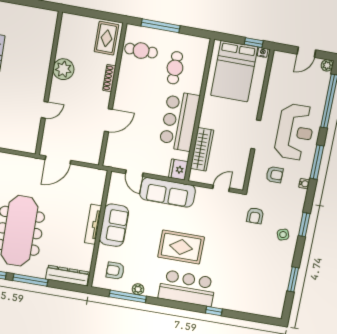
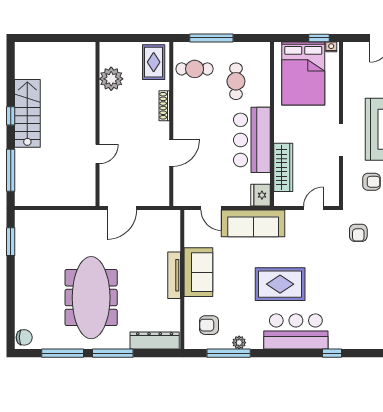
plant: (63, 69) -> (111, 79), moved

